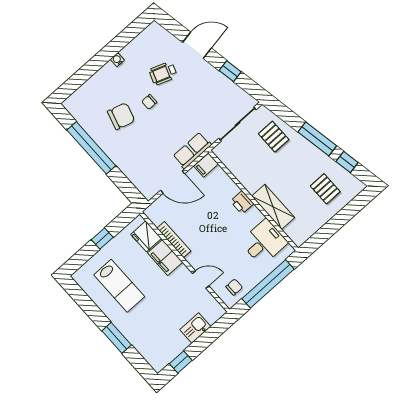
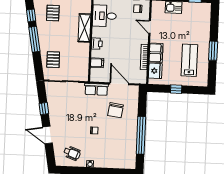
wheelchair: (163, 73) -> (72, 153), moved
chair: (121, 116) -> (116, 110), moved, turned -98
filing cabinet: (206, 165) -> (97, 63), moved
window: (117, 338) -> (213, 51), moved

